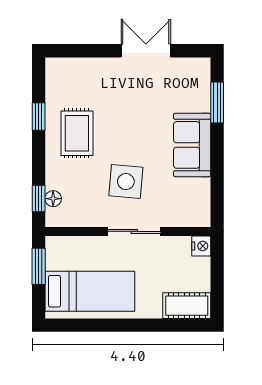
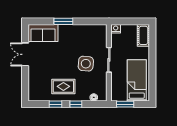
window: (217, 102) -> (63, 21), moved
sofa: (192, 145) -> (43, 33), moved
window: (39, 198) -> (76, 104), moved

